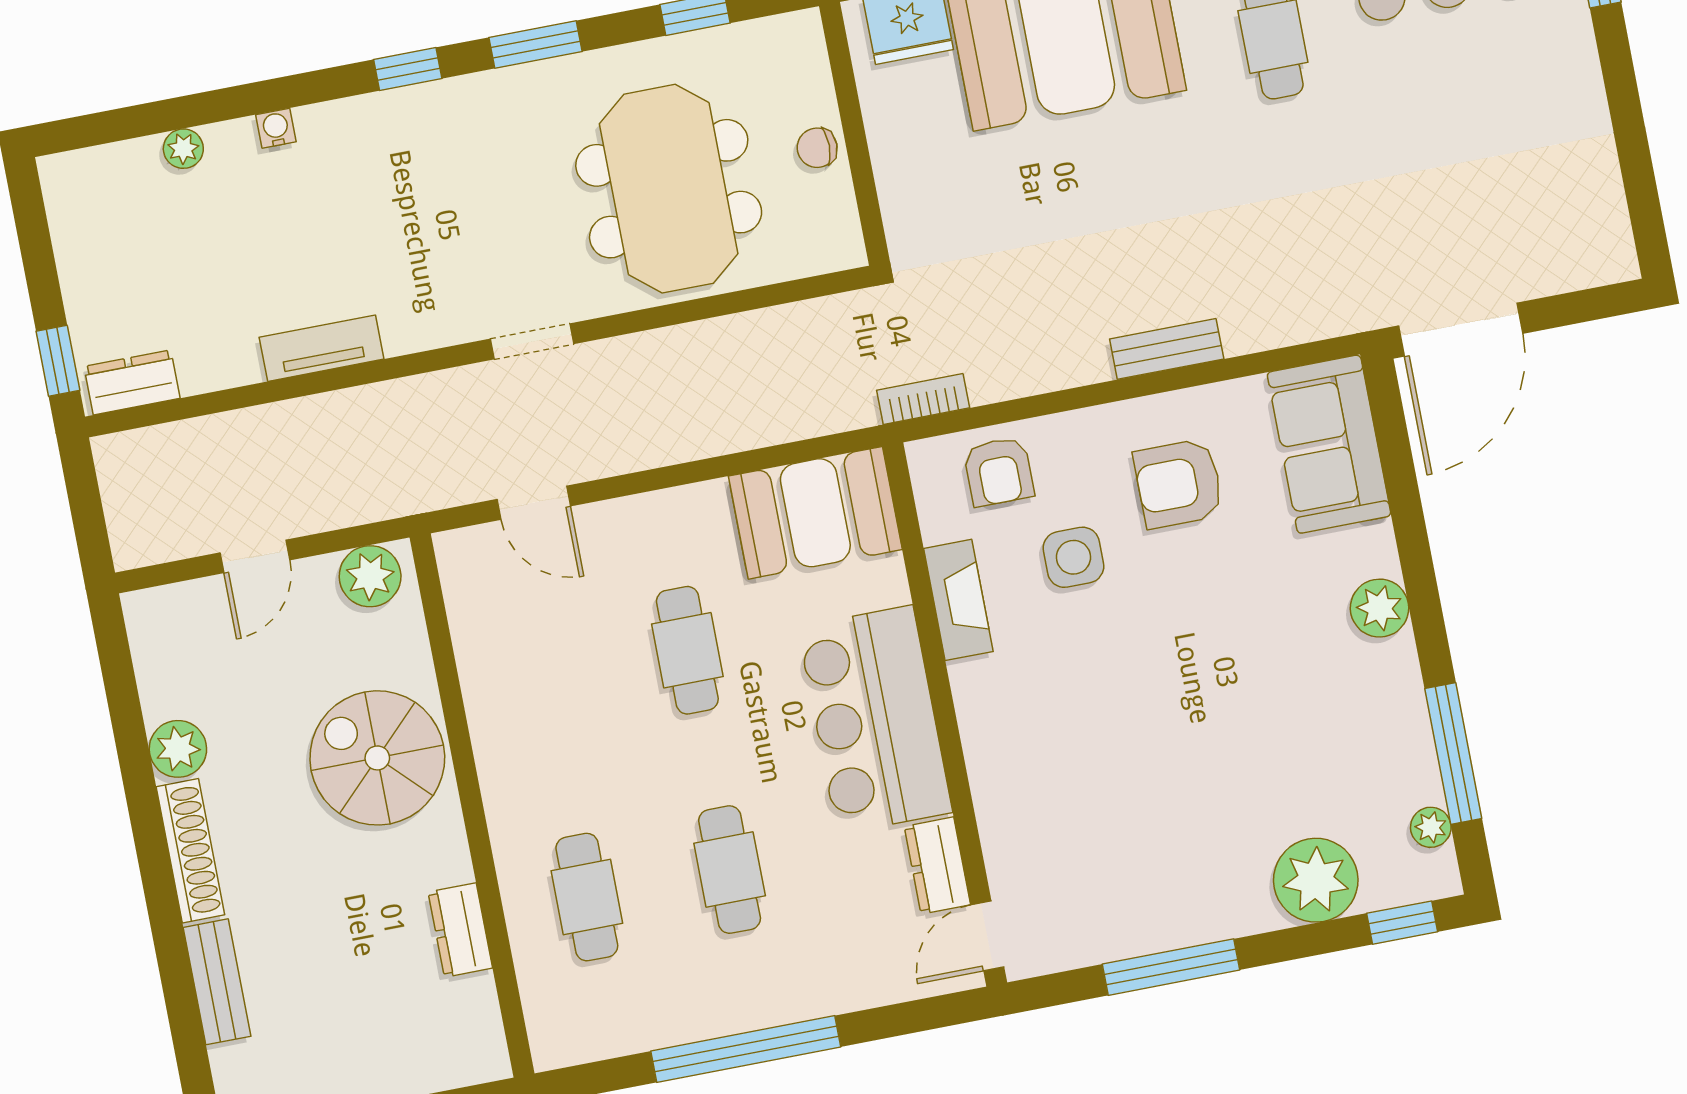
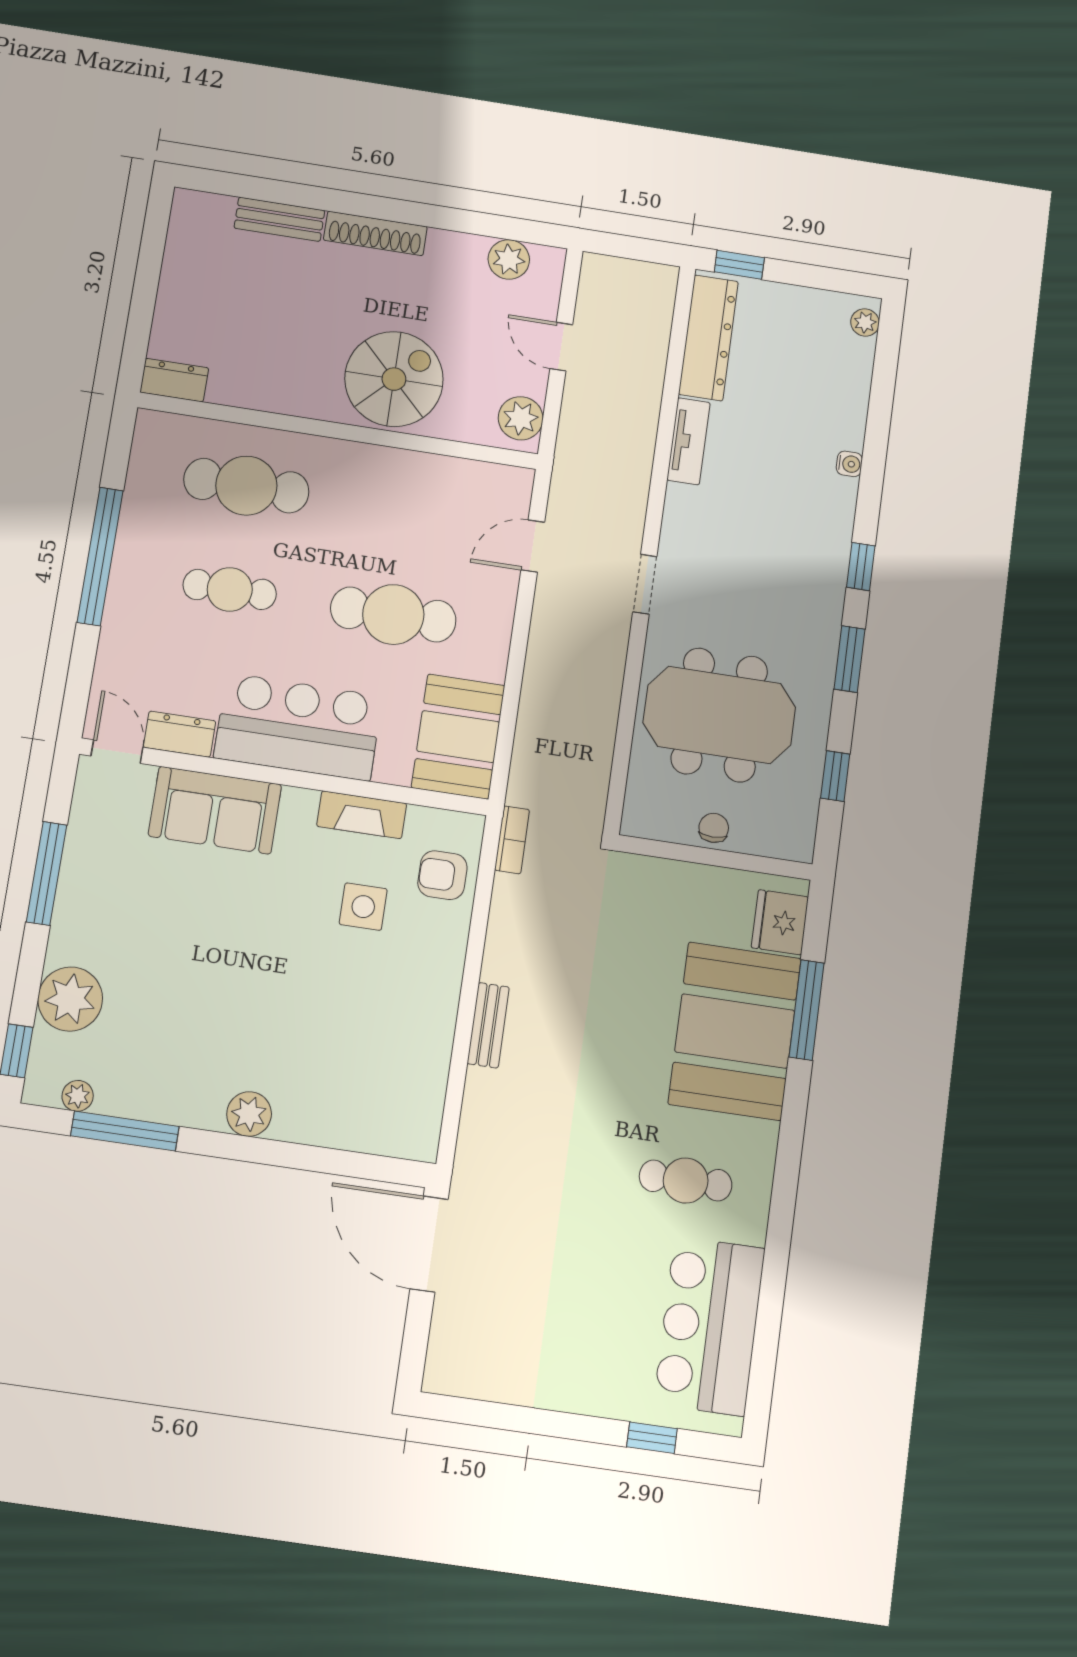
plant: (183, 149) -> (865, 322), moved
dresser: (132, 382) -> (708, 338), width x1.96, depth x1.24
sofa: (1329, 444) -> (215, 810), moved, turned 180
armchair: (1179, 483) -> (389, 1000), removed
cafe table: (687, 650) -> (393, 614), width x1.37, depth x1.35
plant: (178, 749) -> (509, 259), moved
cafe table: (587, 897) -> (246, 486), width x1.37, depth x1.35
dresser: (460, 930) -> (174, 380), moved

